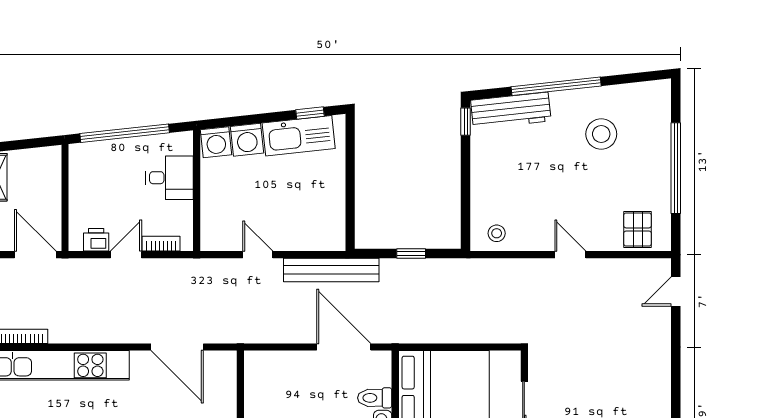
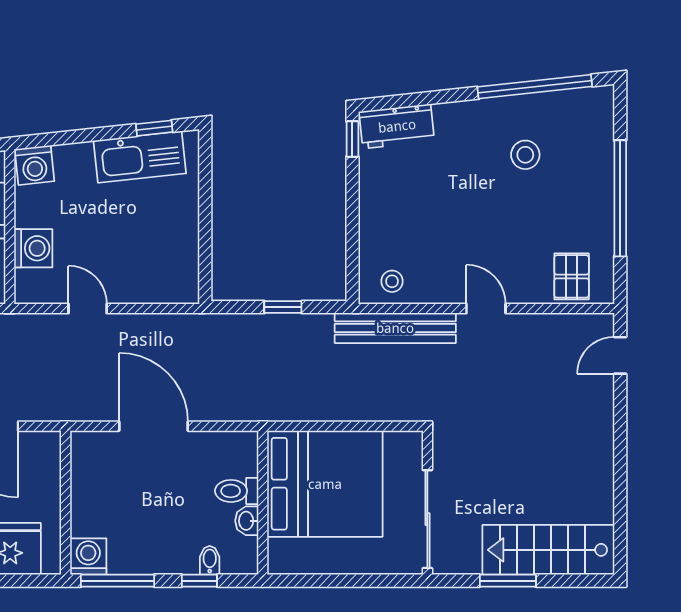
window: (556, 86) -> (535, 87), moved
workbench: (511, 111) -> (397, 126), width x0.73
stool: (601, 134) -> (525, 155), width x0.73, depth x0.73
washing machine: (247, 140) -> (33, 248), moved, turned -84
bench: (331, 270) -> (395, 328), moved
door: (344, 347) -> (154, 426), moved

